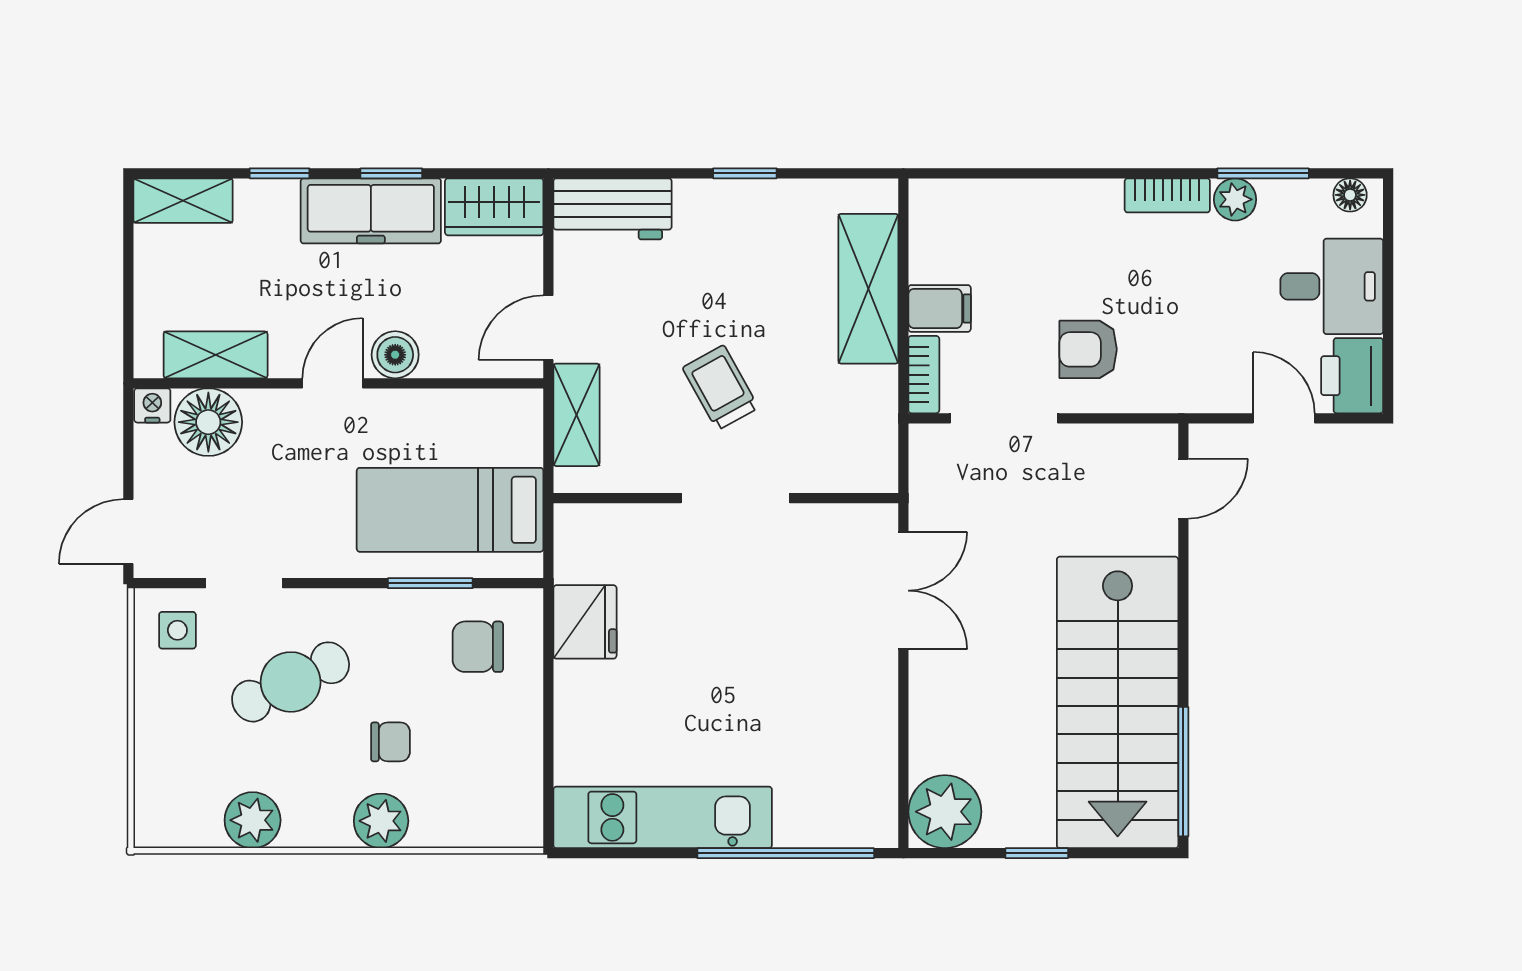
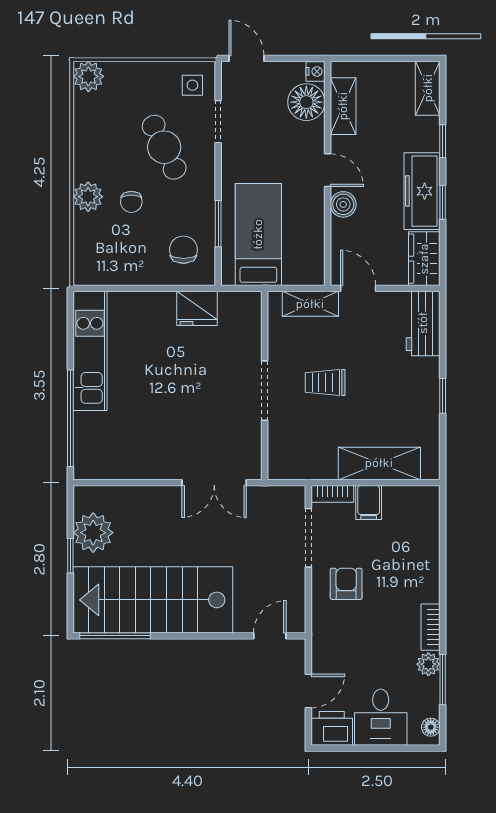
trolley: (720, 388) -> (325, 382), turned -151
door: (1183, 489) -> (270, 636), swing flipped
plant: (945, 812) -> (93, 533), moved
plant: (253, 820) -> (88, 76), moved

